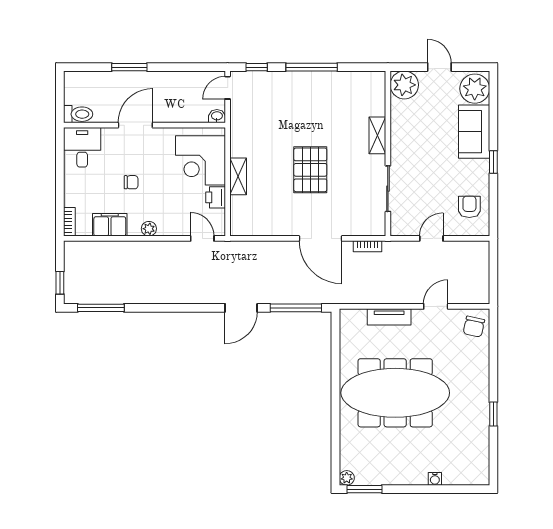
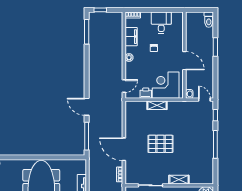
toilet: (78, 114) -> (209, 20), moved
door: (135, 125) -> (184, 61), moved
desk: (82, 147) -> (161, 23), moved, turned -90
door: (320, 238) -> (124, 149), hinge flipped

